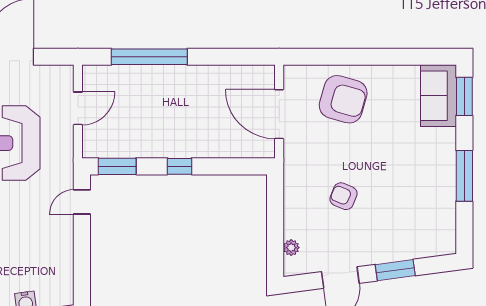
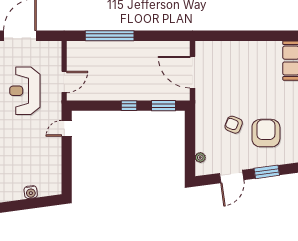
armchair: (343, 99) -> (266, 133), moved, turned -106
door: (78, 108) -> (64, 82), moved
window: (117, 166) -> (163, 106), moved

